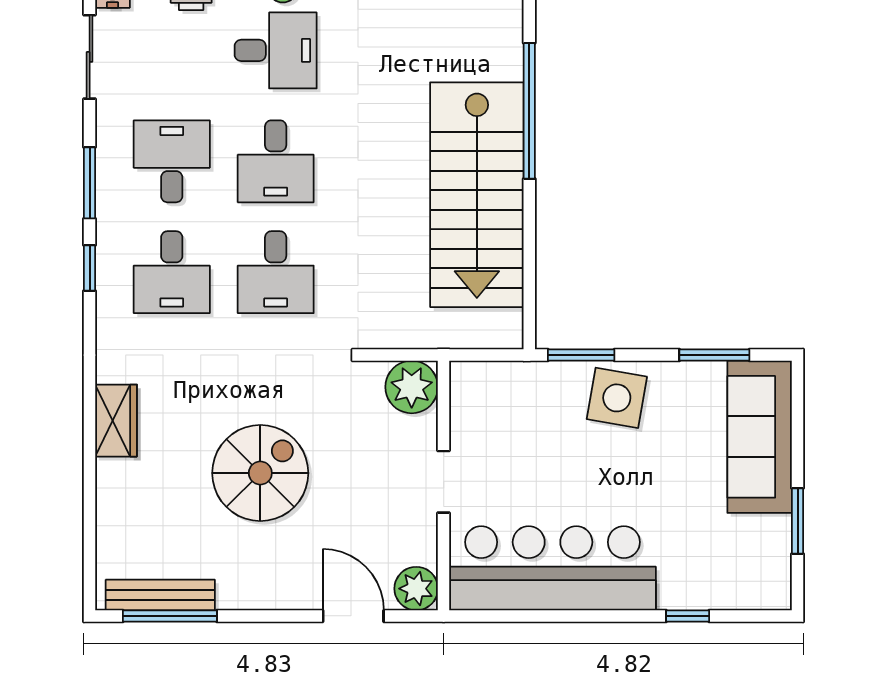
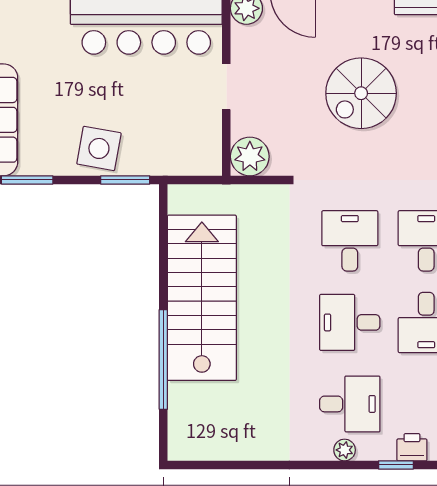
desk: (276, 50) -> (350, 404), turned 180
desk: (276, 161) -> (350, 322), turned -90

